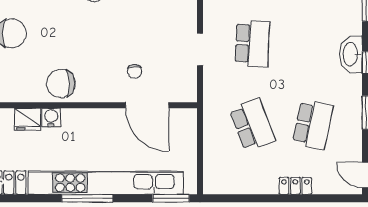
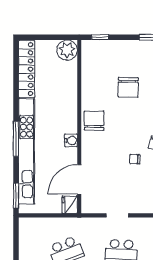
chair: (135, 71) -> (135, 159), moved
water cooler: (51, 117) -> (71, 140), moved
fridge: (28, 119) -> (70, 205), moved

